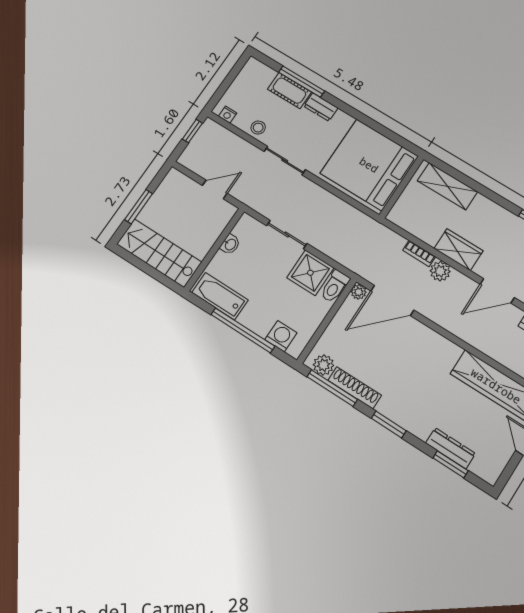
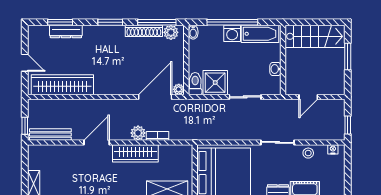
wardrobe: (459, 250) -> (135, 153), width x1.50
washing machine: (281, 336) -> (232, 33), moved
bidet: (297, 348) -> (193, 32), added

